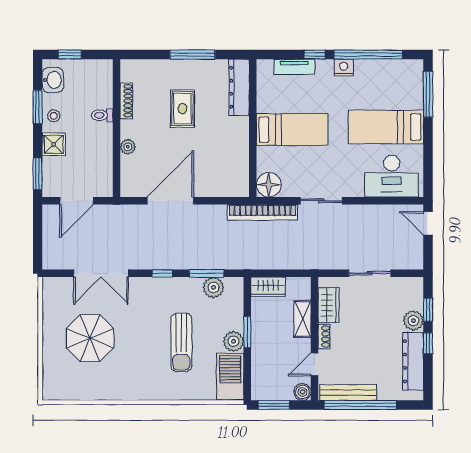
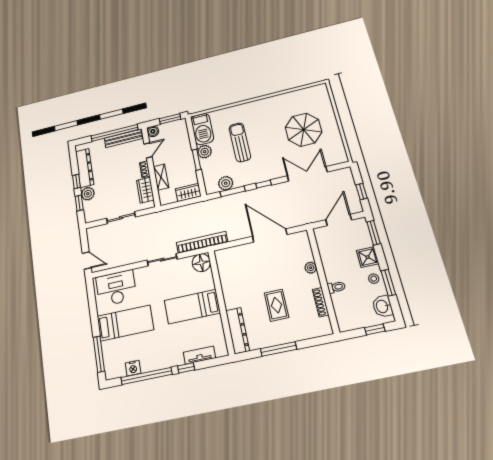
nightstand: (344, 68) -> (133, 368), moved
door: (170, 201) -> (270, 235), swing flipped
window: (38, 232) -> (361, 192), added

